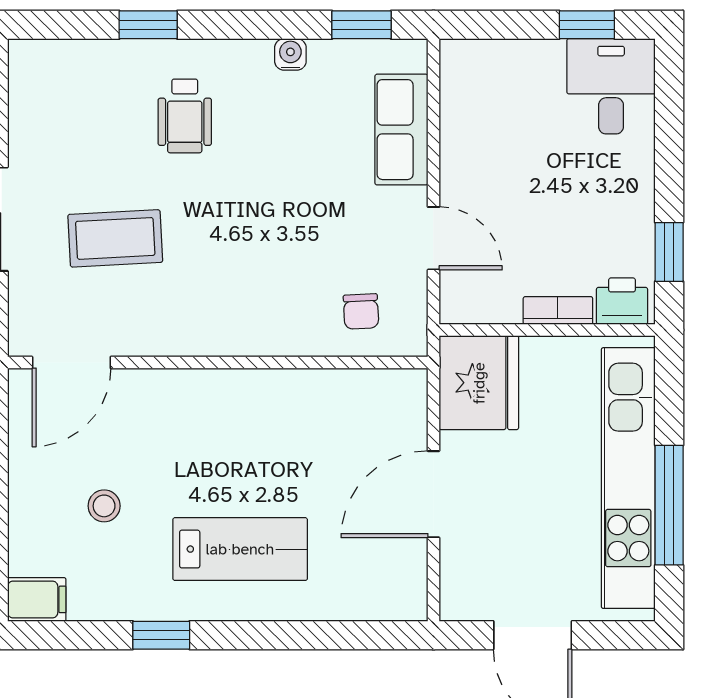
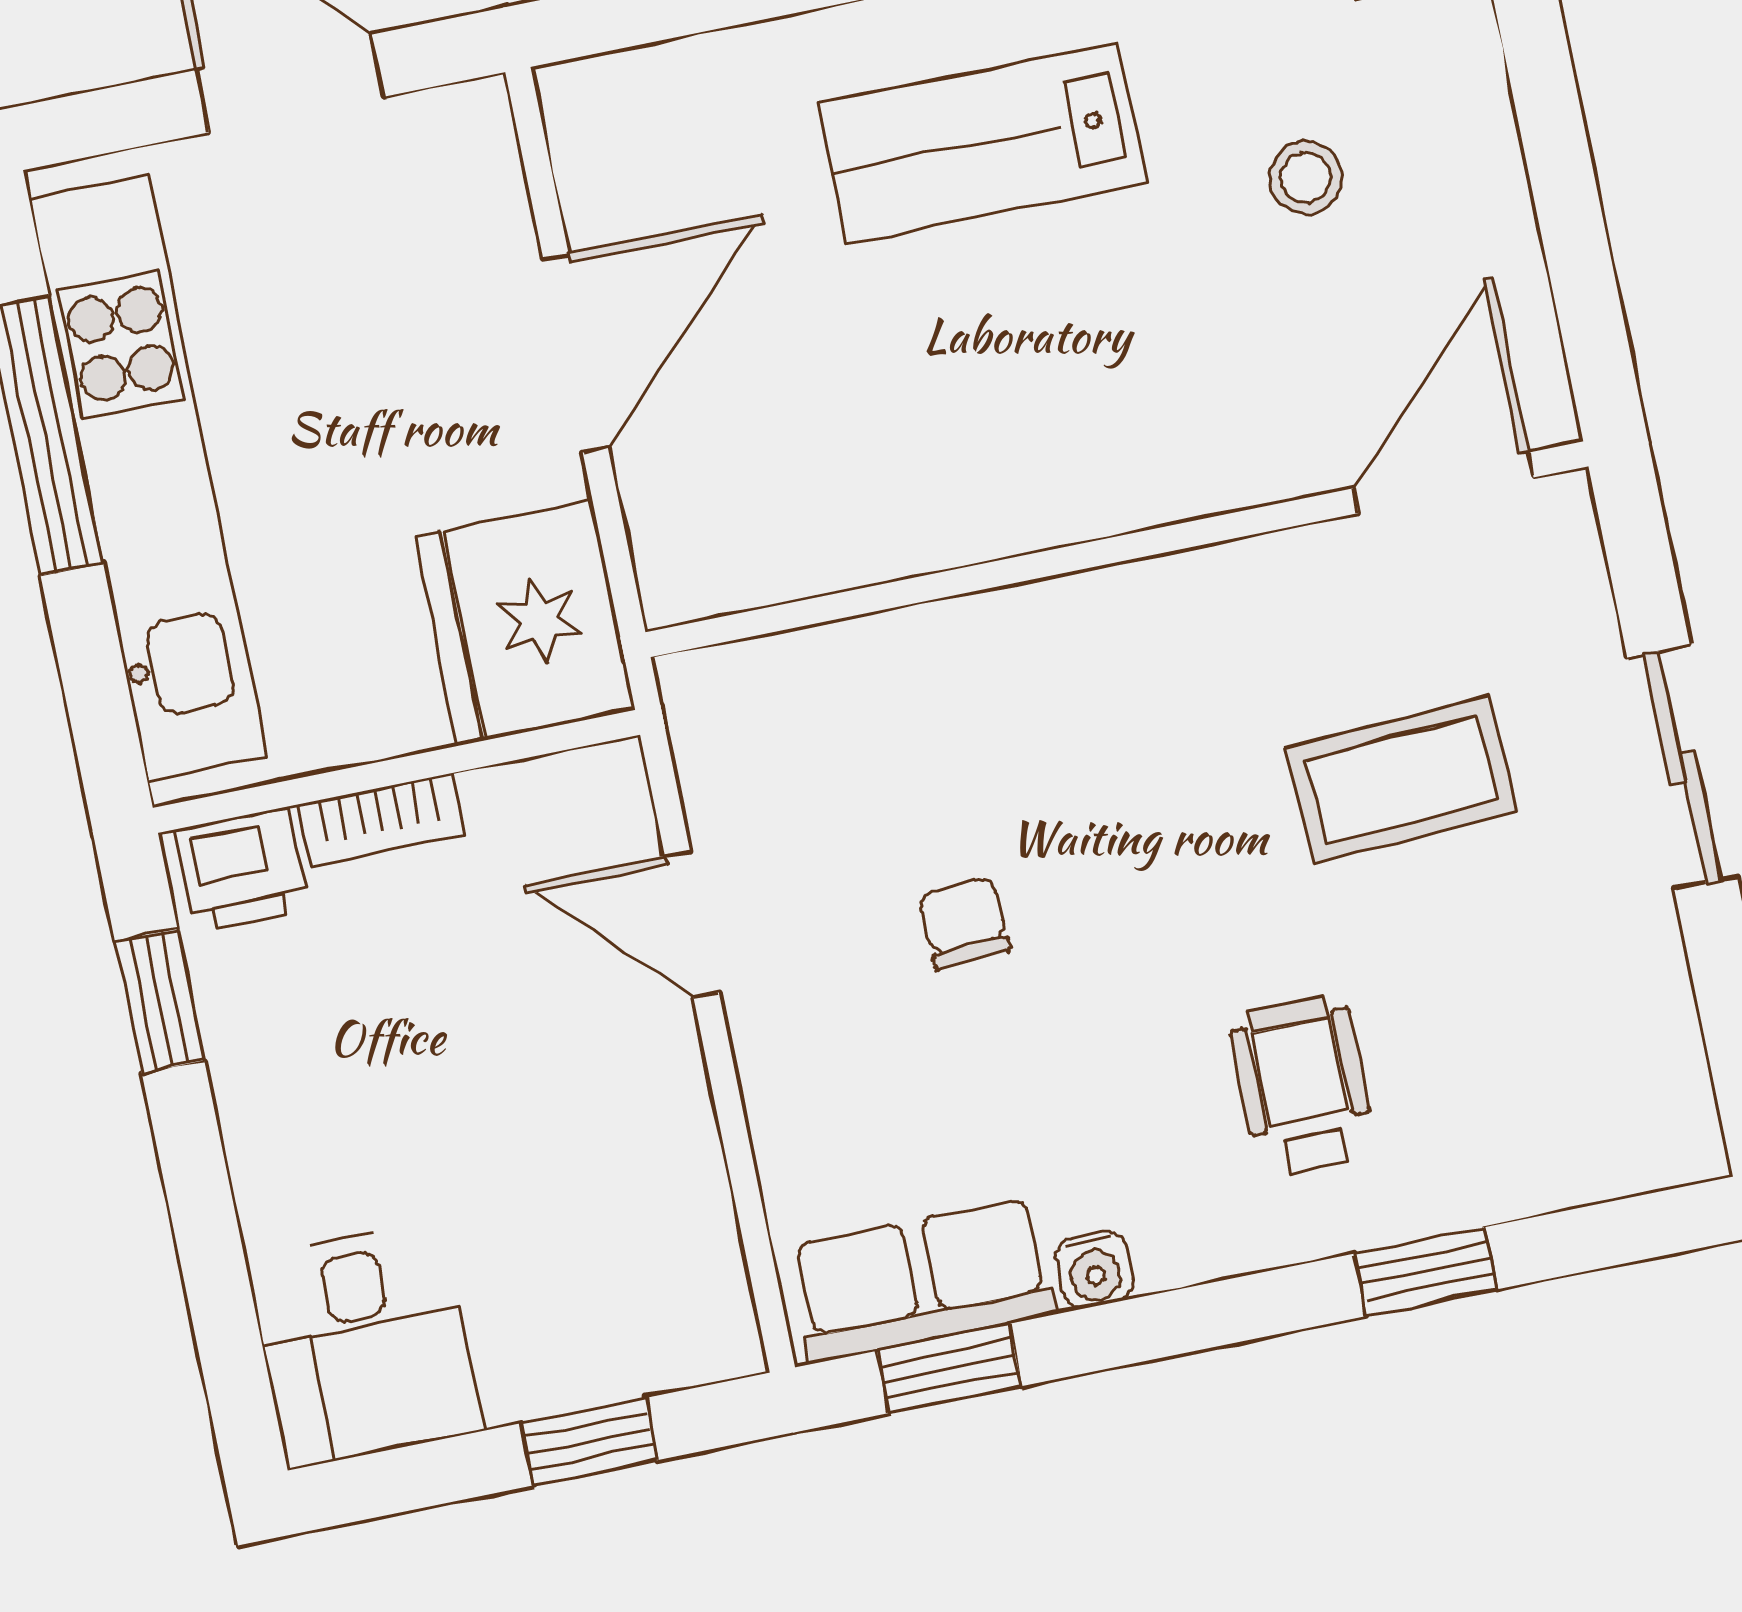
window: (587, 25) -> (590, 1442), moved
row of seats: (401, 130) -> (922, 1280), moved, turned -90
chair: (361, 311) -> (964, 923), moved

